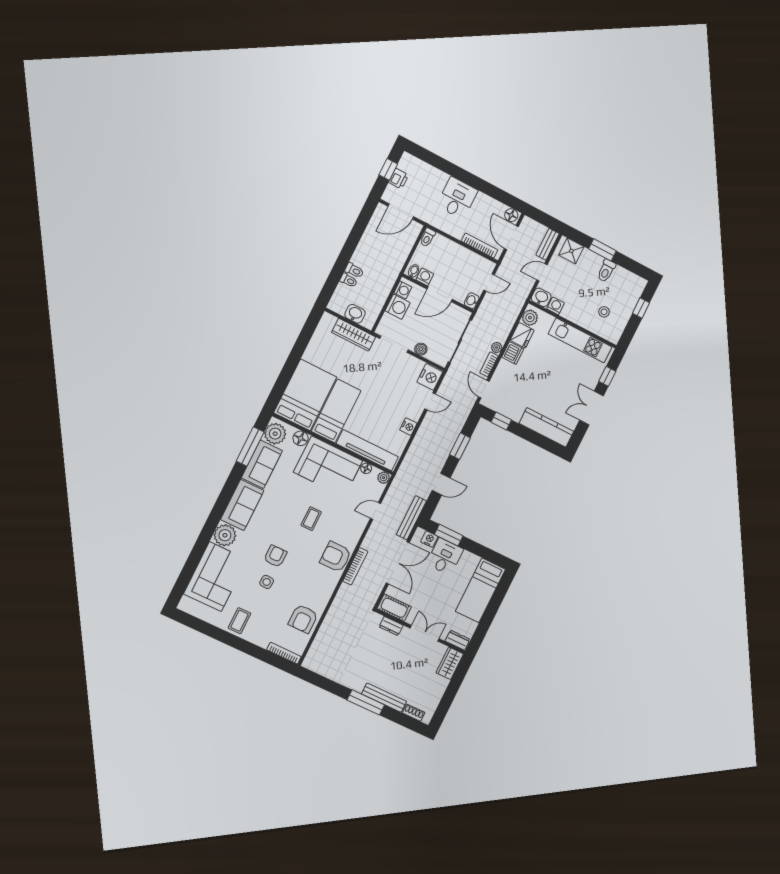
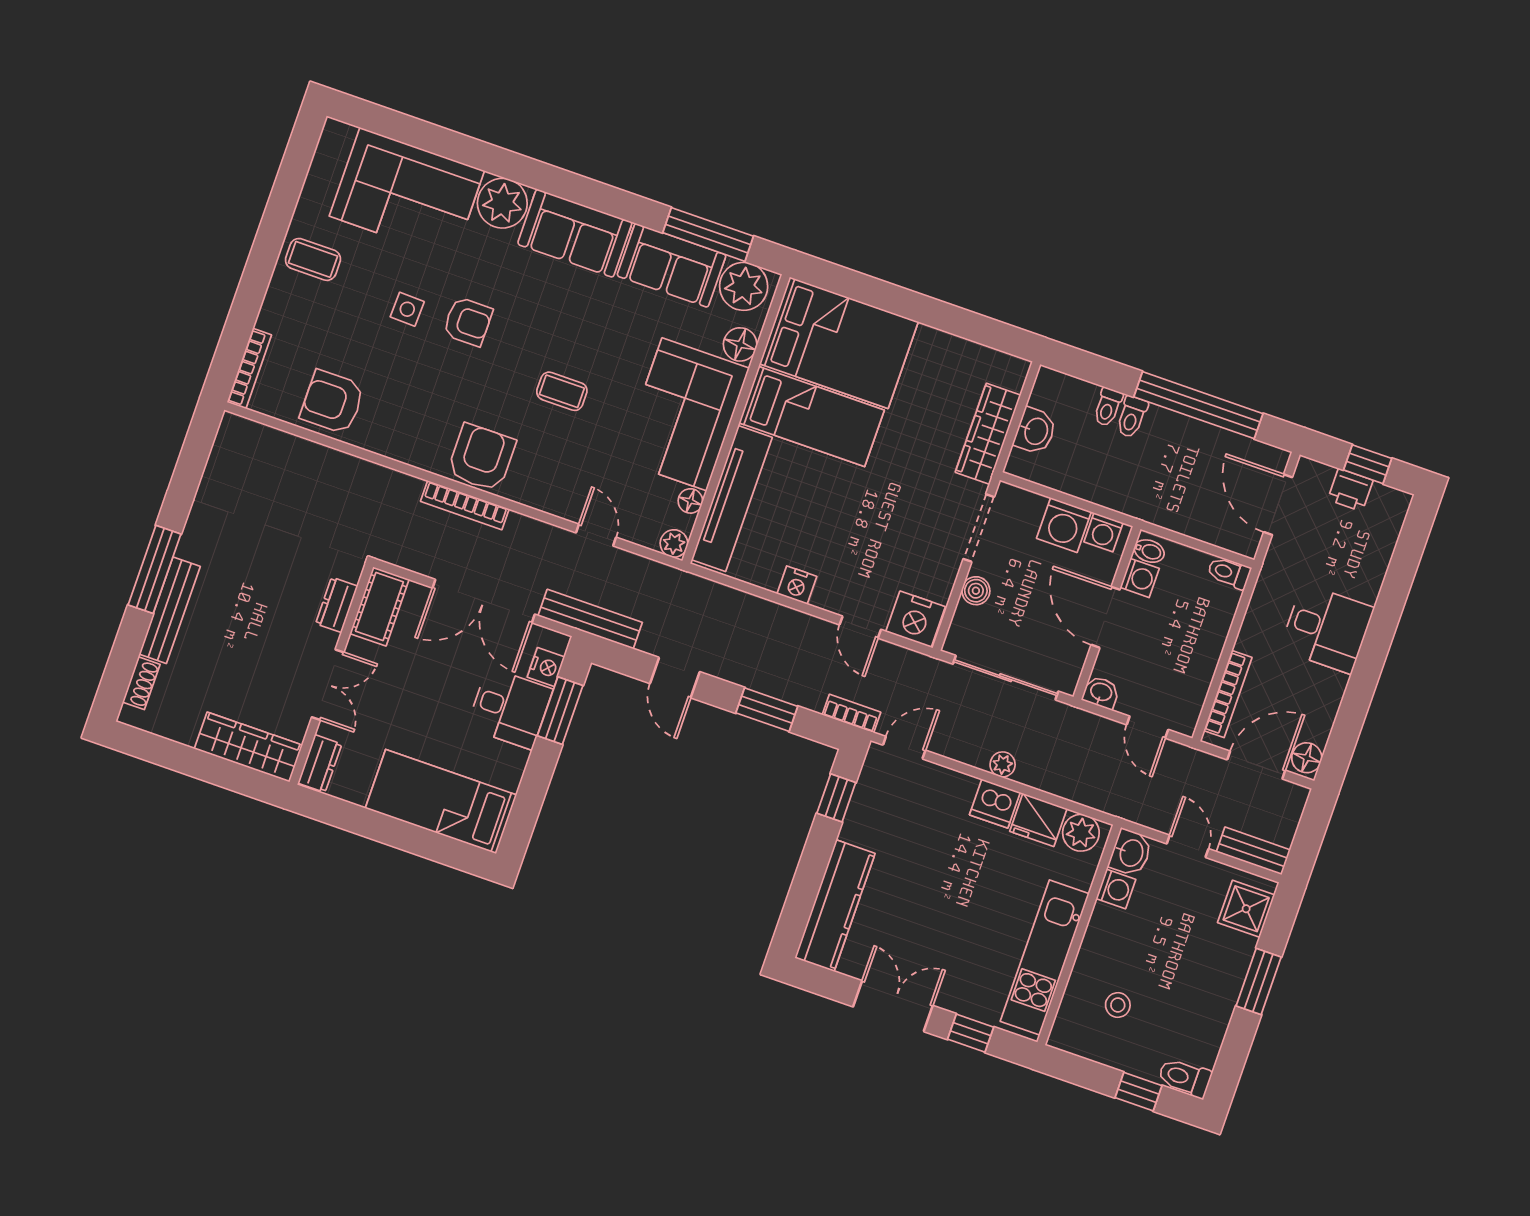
window: (353, 240) -> (1198, 405), added
toilet: (606, 271) -> (1185, 1078), moved
bookcase: (489, 364) -> (851, 714), moved
wardrobe: (450, 663) -> (248, 747), width x1.50

